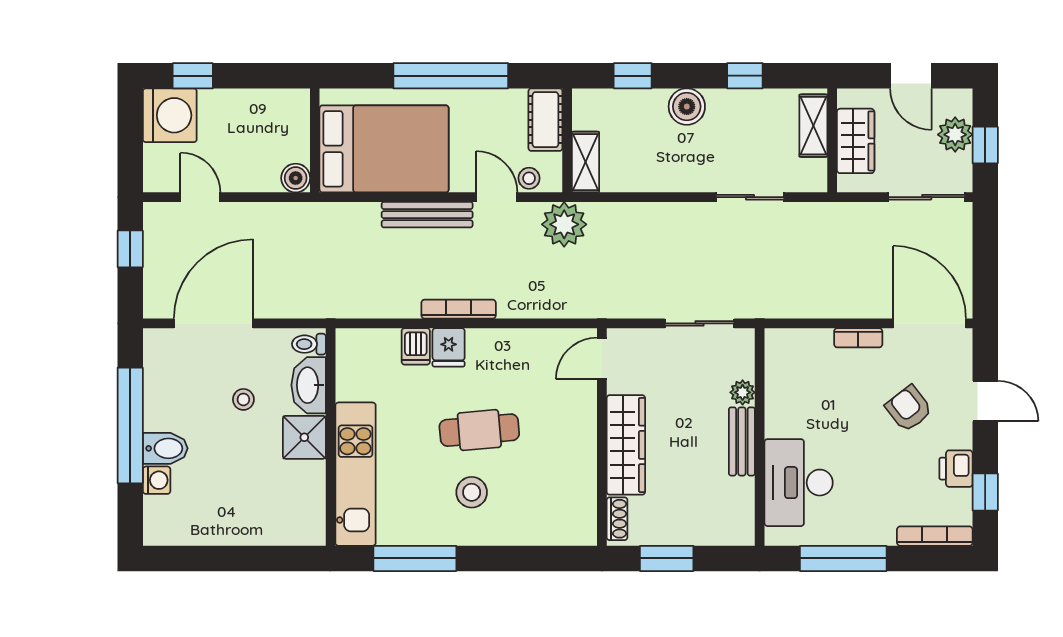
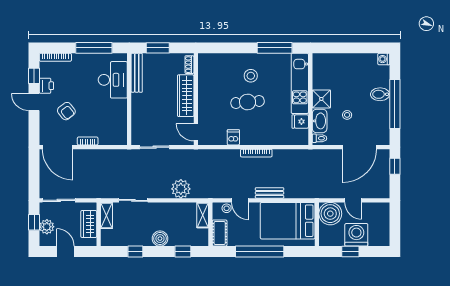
window: (193, 76) -> (350, 252), moved
washing machine: (170, 115) -> (356, 235), moved, turned 90
shelving: (813, 126) -> (107, 215), moved
boiler: (296, 178) -> (330, 214), width x1.86, depth x1.86
door: (200, 197) -> (353, 200), moved
bench: (427, 215) -> (270, 193), width x0.73
plant: (564, 224) -> (181, 189), moved
window: (130, 249) -> (395, 166), moved
dishwasher: (416, 346) -> (233, 137), moved
fridge: (449, 347) -> (300, 122), moved, turned -90
door: (602, 358) -> (196, 132), swing flipped
plant: (743, 392) -> (136, 118), removed
door: (985, 401) -> (34, 102), moved
bench: (742, 441) -> (137, 73), moved, width x1.36
washing machine: (157, 480) -> (384, 59), moved
window: (667, 558) -> (158, 48), moved

